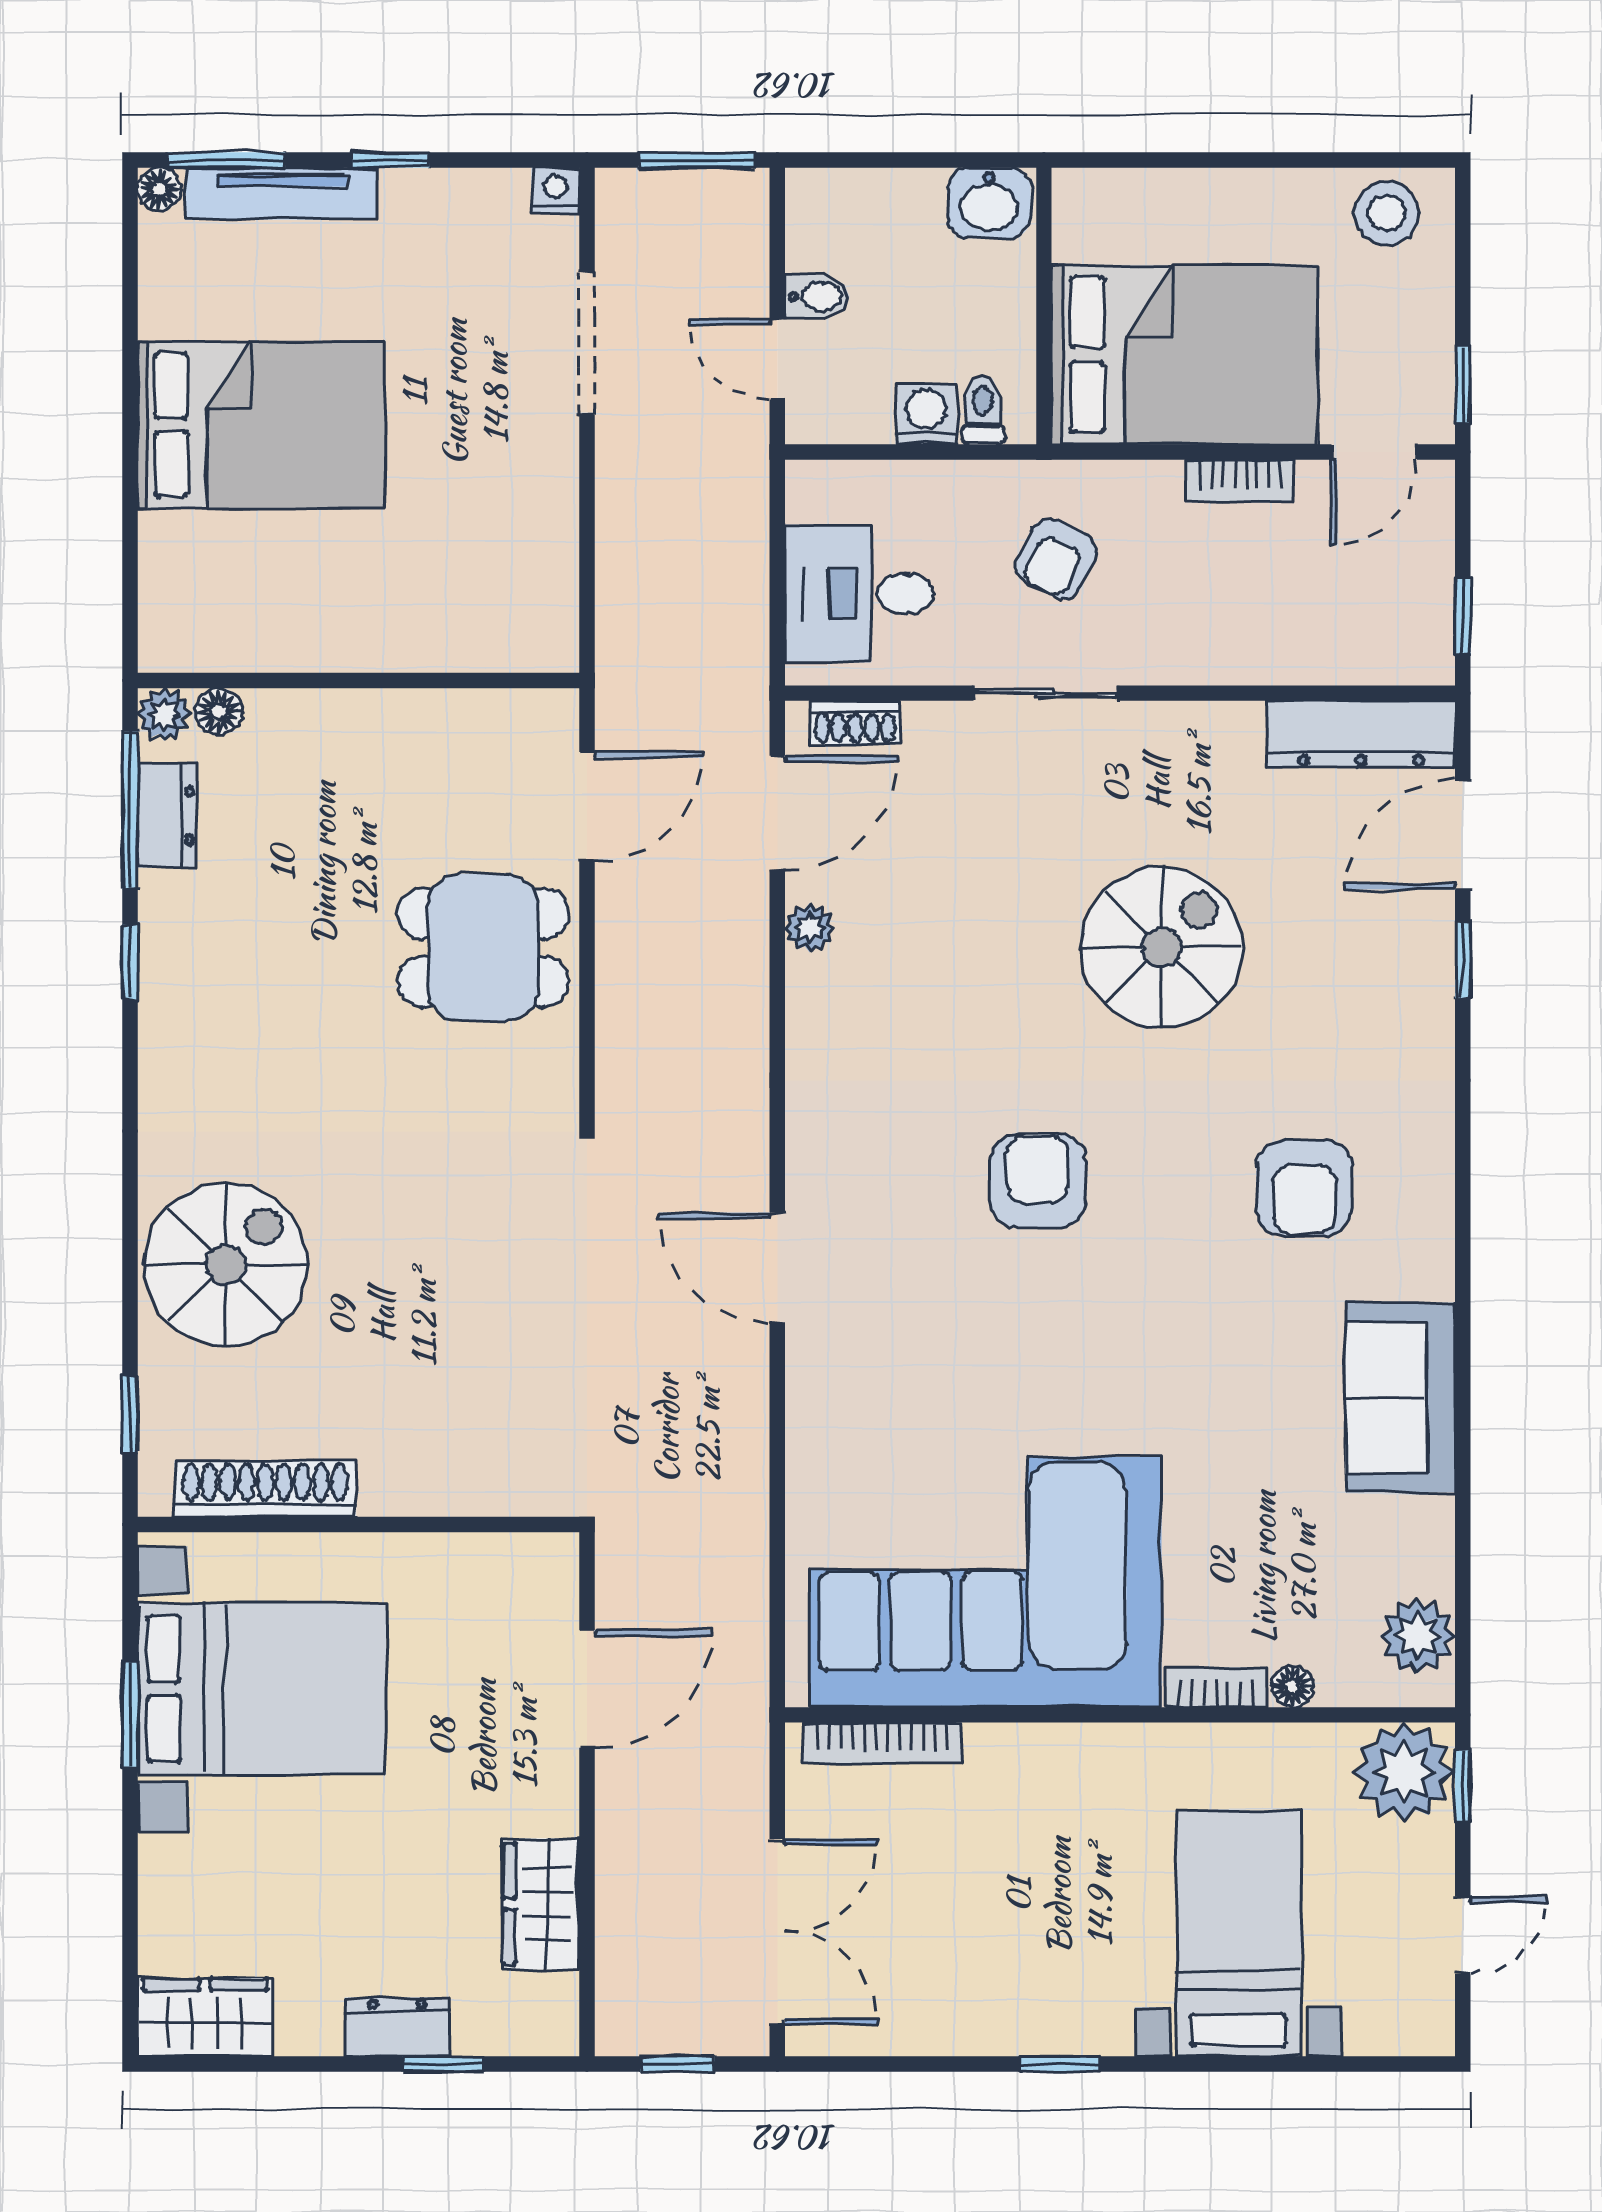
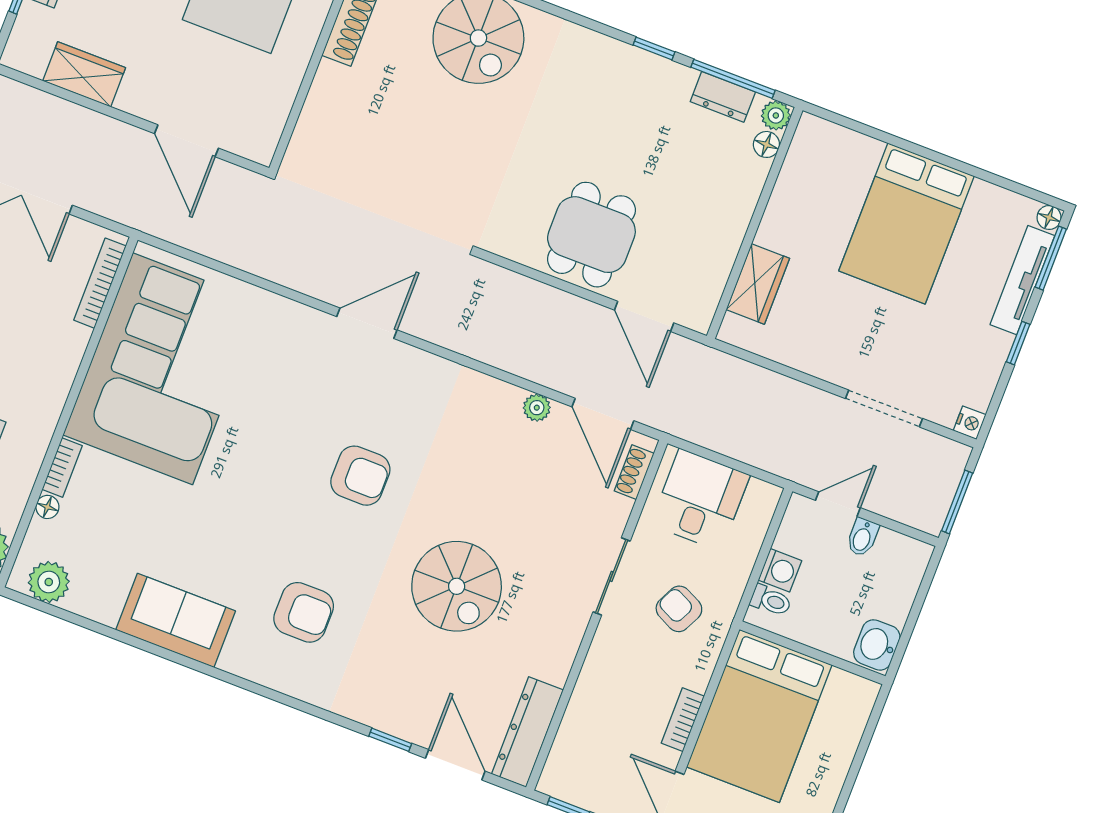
wardrobe: (459, 636) -> (758, 284), added
armchair: (1304, 1188) -> (304, 612), turned 180

